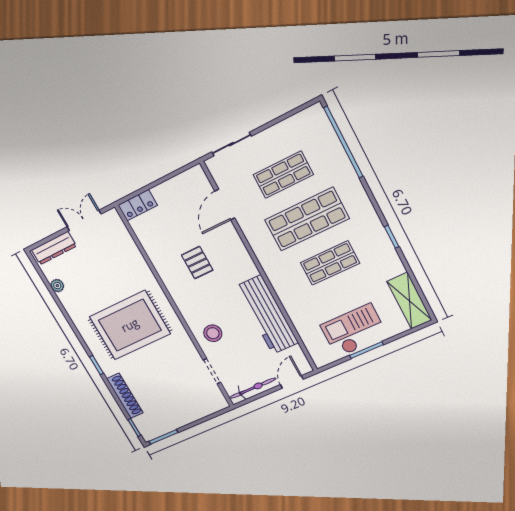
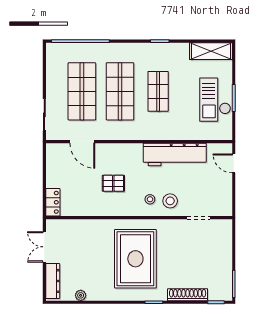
shop shelf: (283, 175) -> (82, 91), width x1.43, depth x1.36
stool: (202, 311) -> (150, 199), added
bicycle: (252, 388) -> (226, 195), removed

